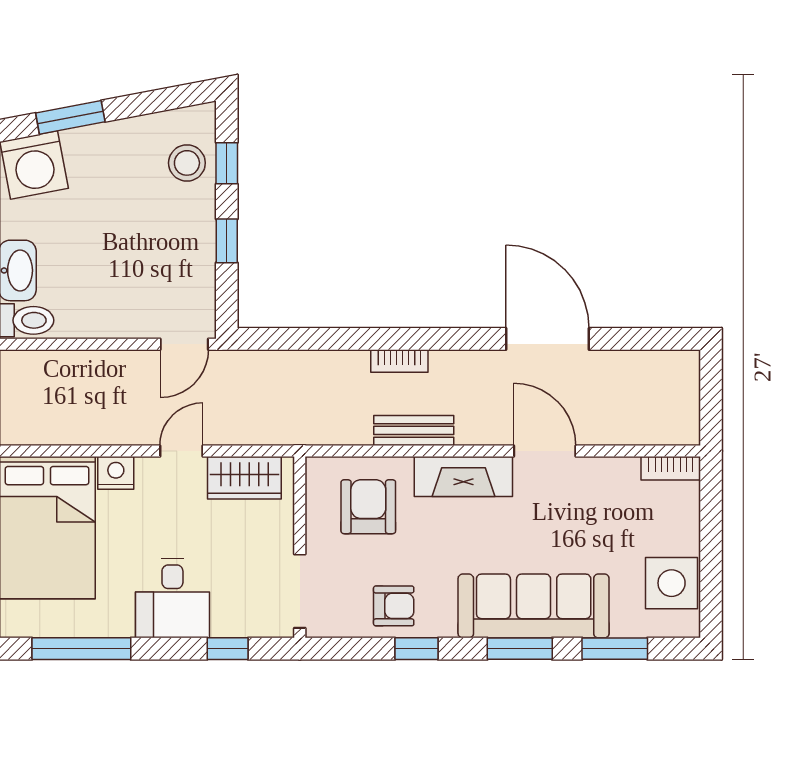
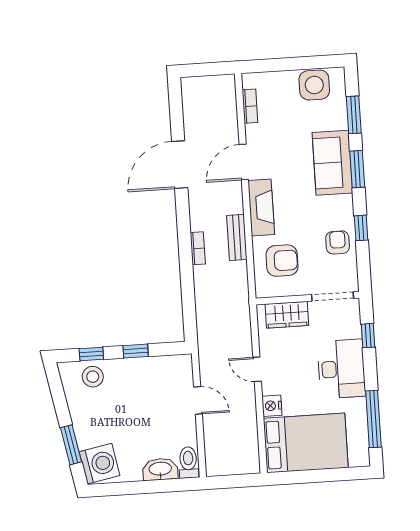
door: (184, 344) -> (198, 400), moved
bookcase: (671, 468) -> (250, 106), moved
wardrobe: (244, 478) -> (287, 315), moved, turned 90
armchair: (368, 507) -> (282, 261), turned 180
desk: (172, 598) -> (341, 369), width x1.37
sofa: (534, 606) -> (332, 163), width x0.73

